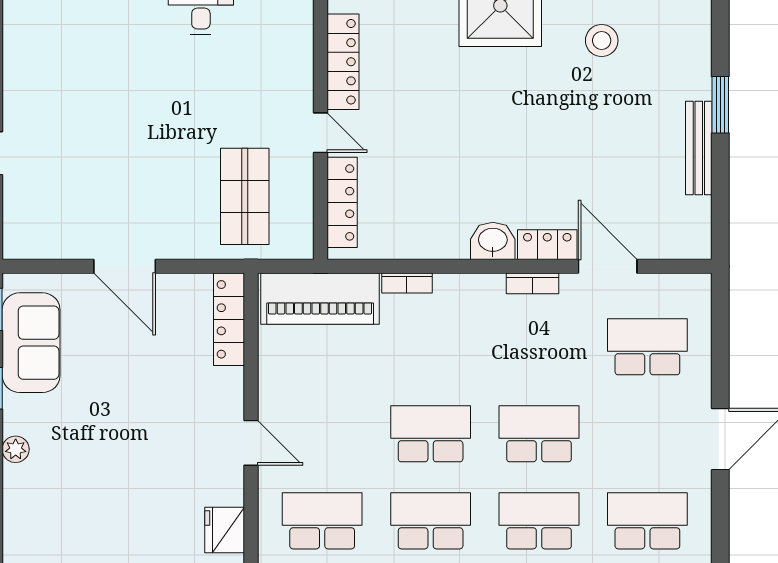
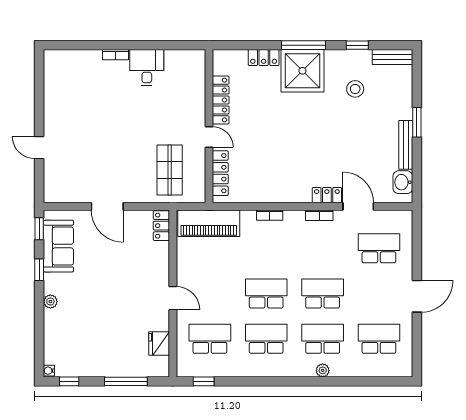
washbasin: (493, 241) -> (403, 182), moved, turned -90
bookcase: (407, 283) -> (270, 215), moved
locker: (229, 319) -> (161, 226), width x0.66

